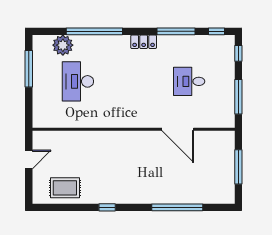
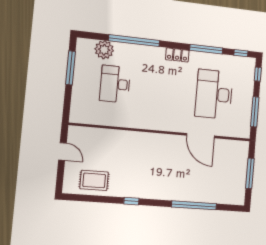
desk: (189, 81) -> (214, 94), width x1.87, depth x1.30
door: (29, 159) -> (62, 152), hinge flipped

